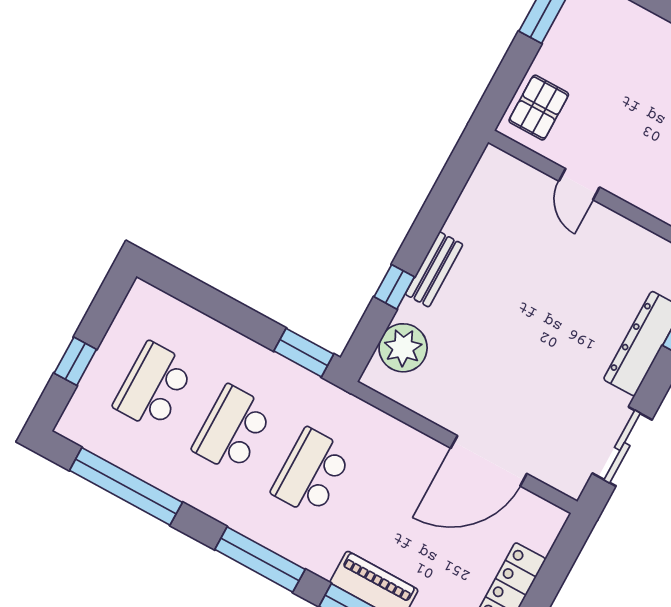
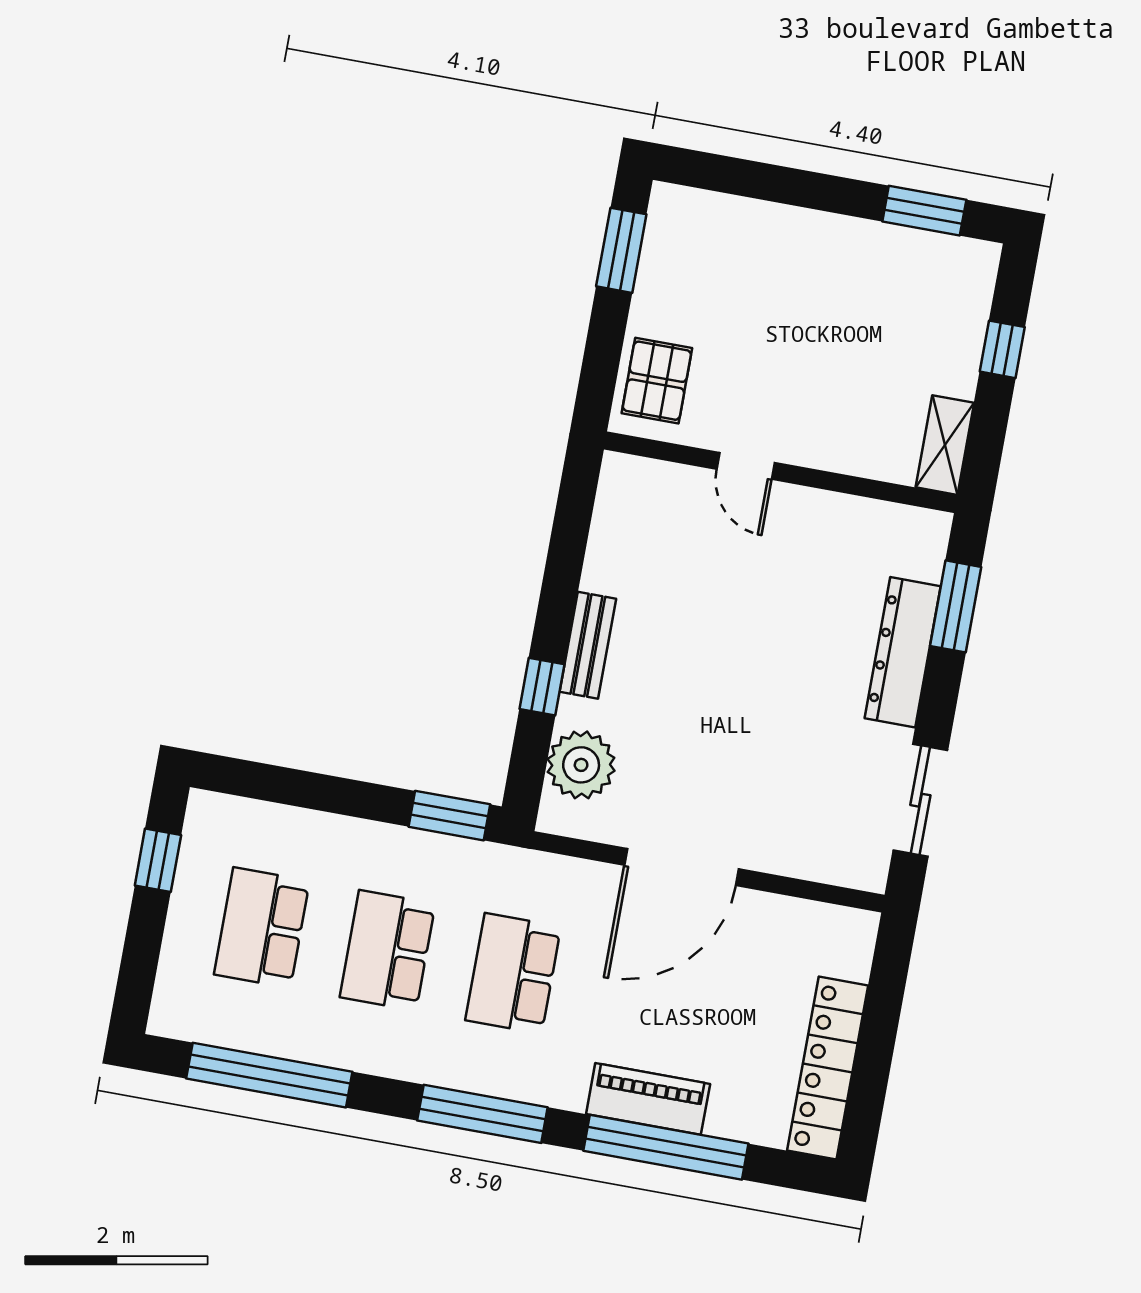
window: (75, 361) -> (158, 860), moved
door: (489, 461) -> (682, 867), moved

